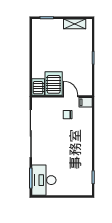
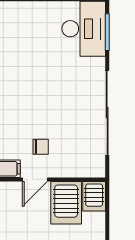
door: (71, 96) -> (35, 179), hinge flipped

